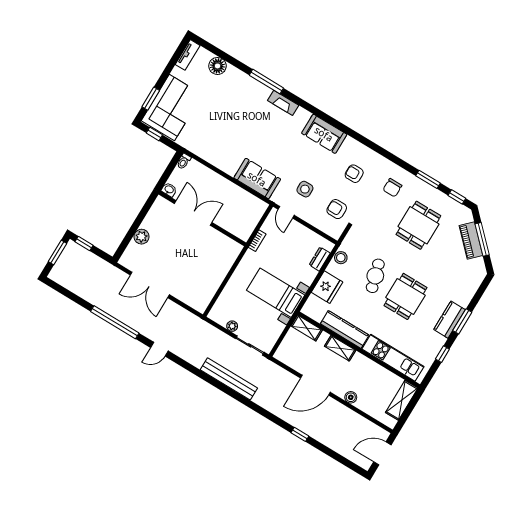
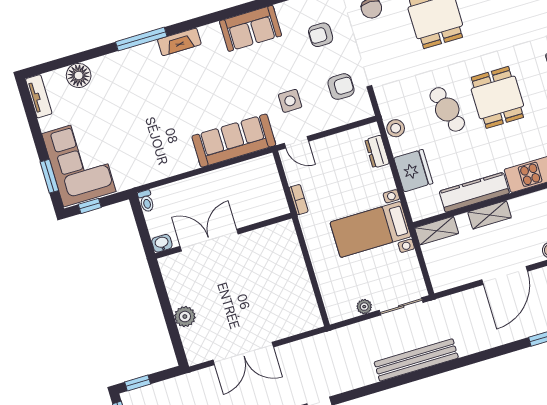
sofa: (257, 179) -> (234, 141), width x1.36
armchair: (337, 209) -> (341, 87), turned 180

